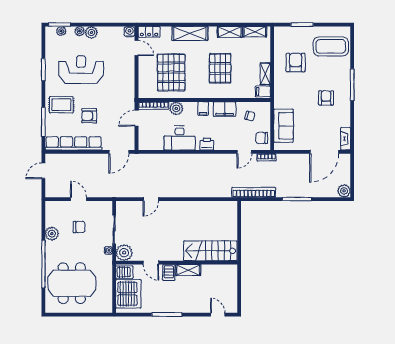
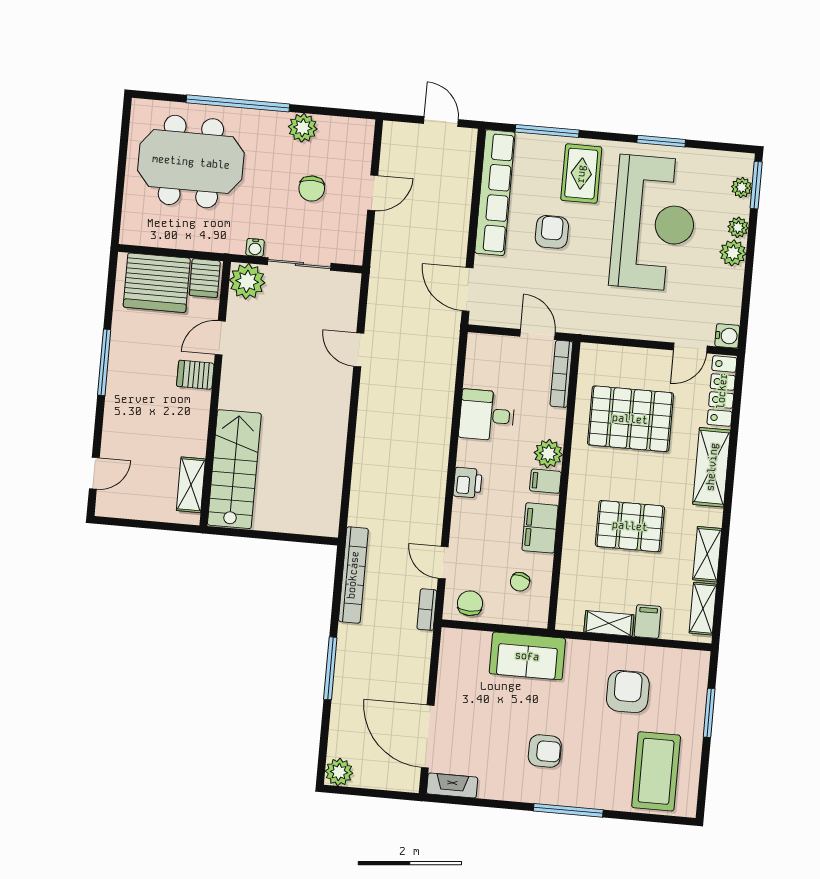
locker: (149, 32) -> (722, 391), width x1.53
armchair: (296, 62) -> (628, 692), turned -90
reception desk: (81, 70) -> (654, 223), width x1.36, depth x1.30
filing cabinet: (263, 91) -> (648, 622), moved
plant: (176, 108) -> (548, 454), moved
sofa: (283, 126) -> (527, 656), moved
desk: (180, 138) -> (487, 415), width x0.73
shelving: (188, 270) -> (191, 485), moved
meeting table: (72, 283) -> (191, 162), turned 90

